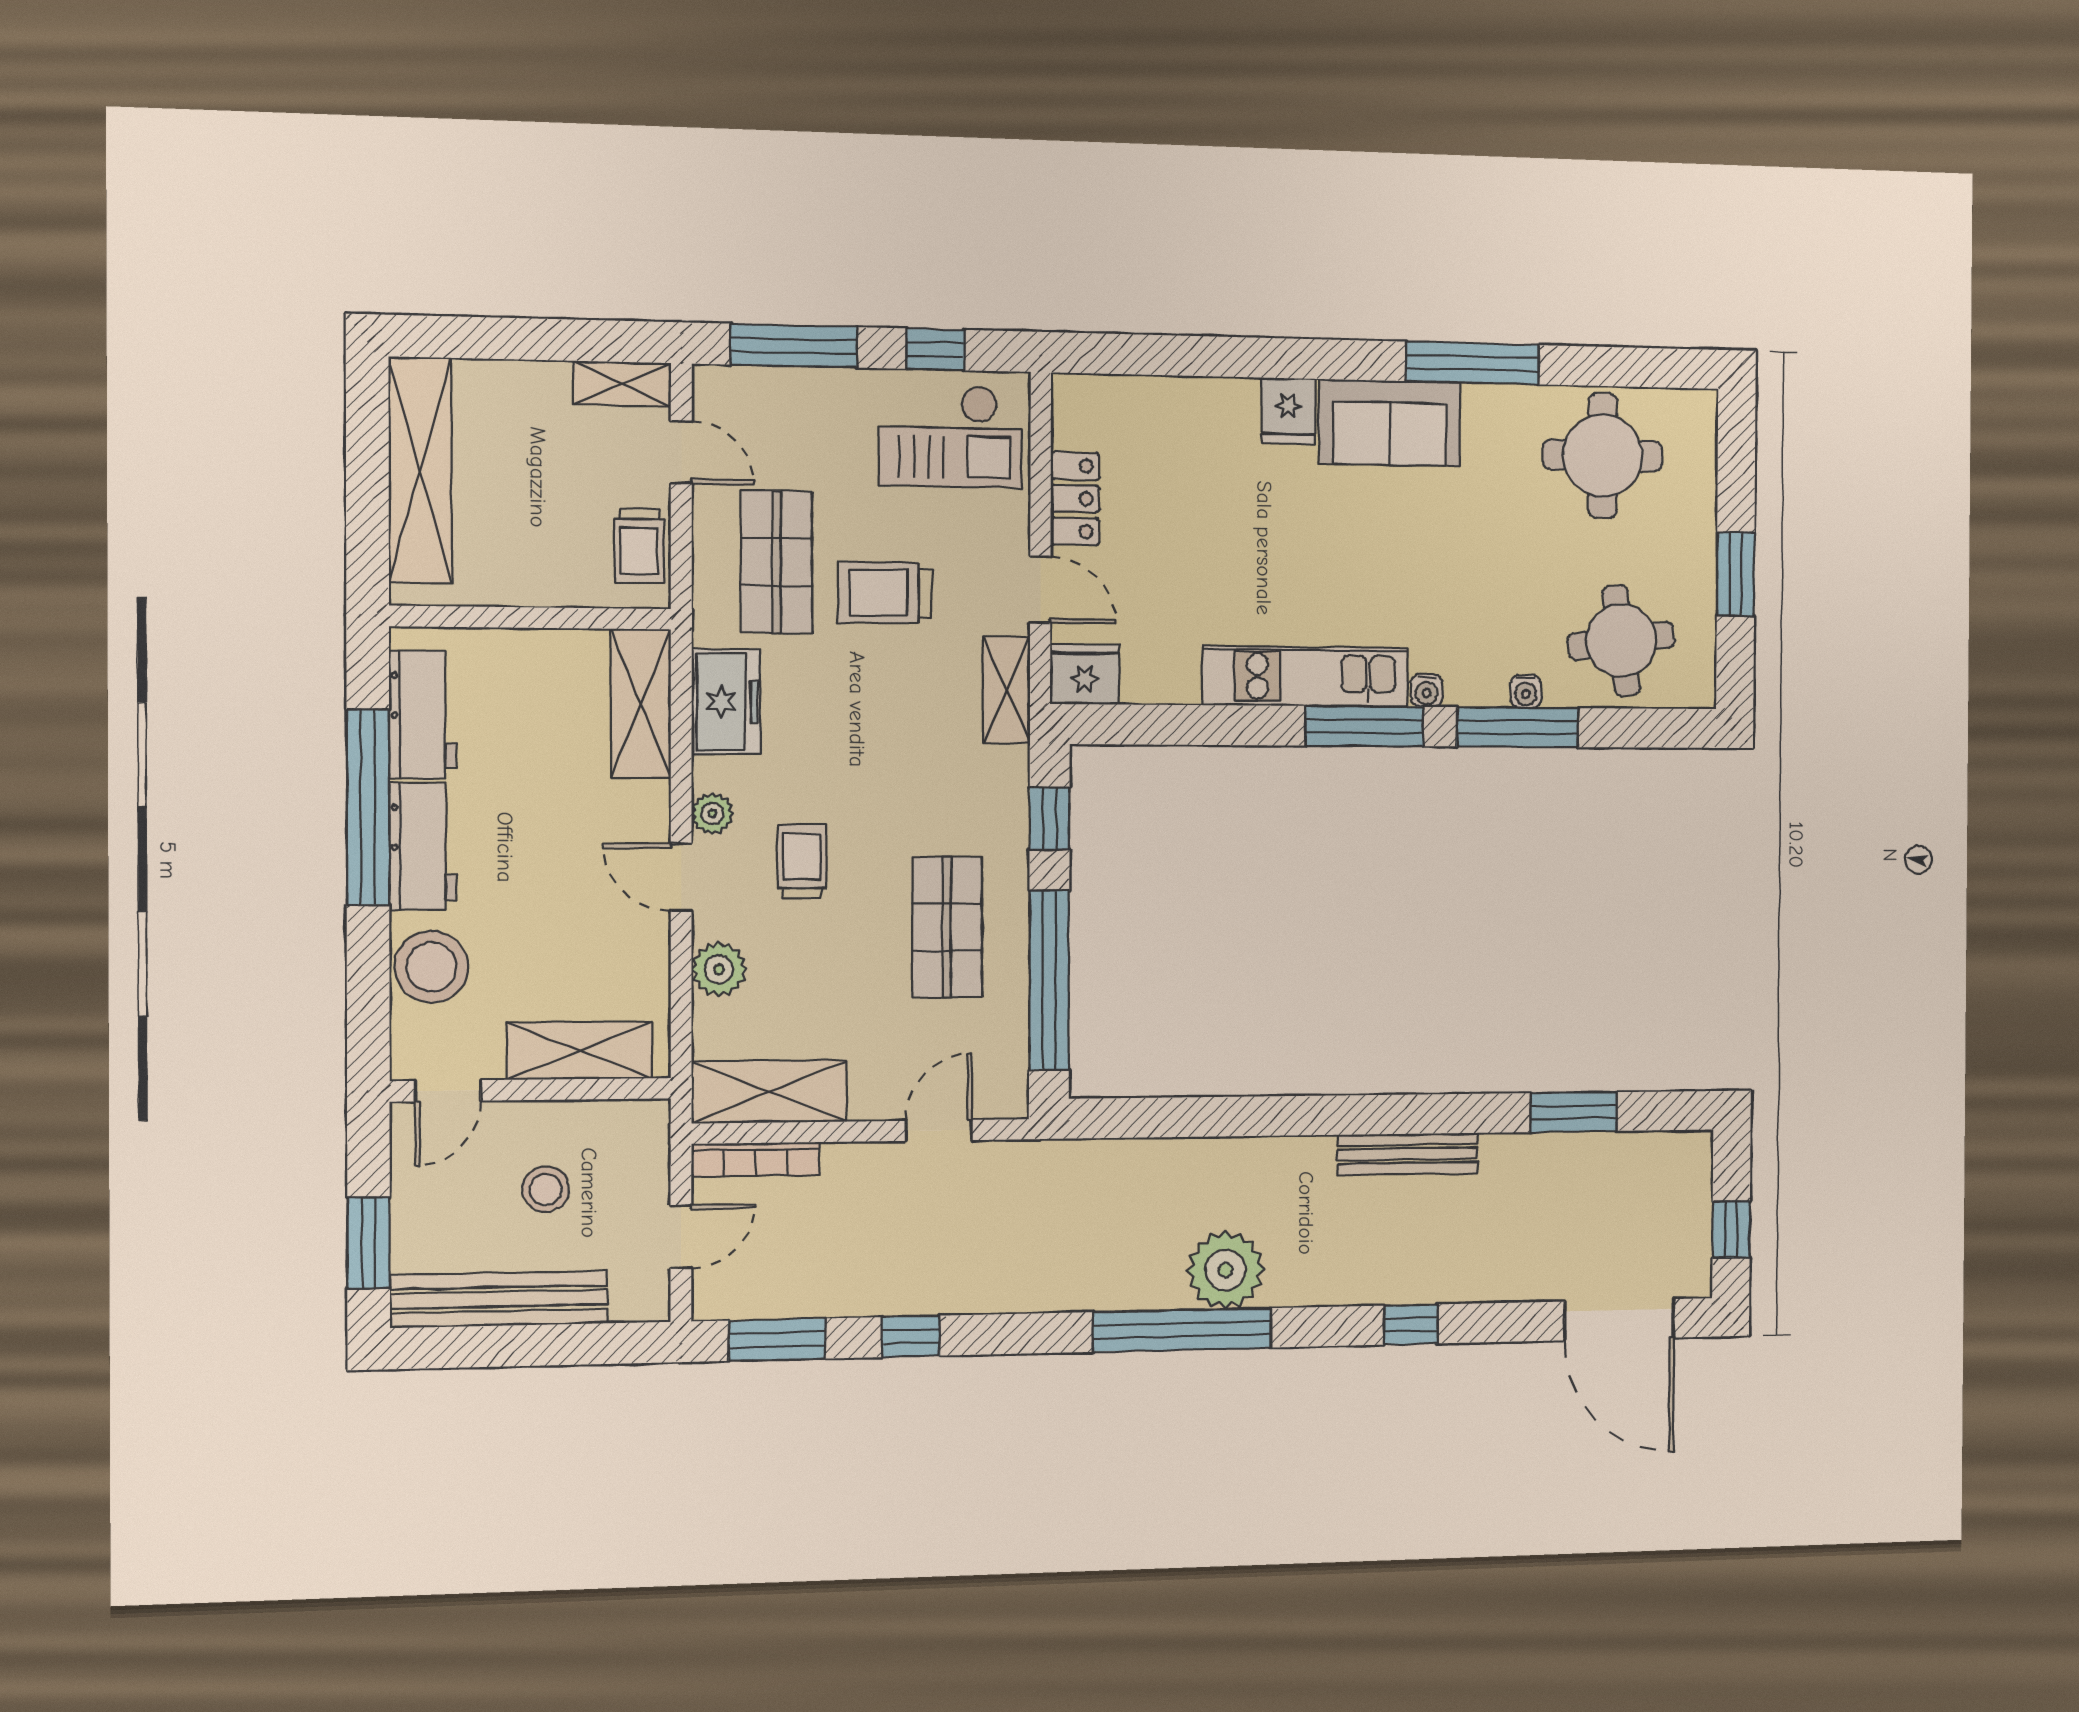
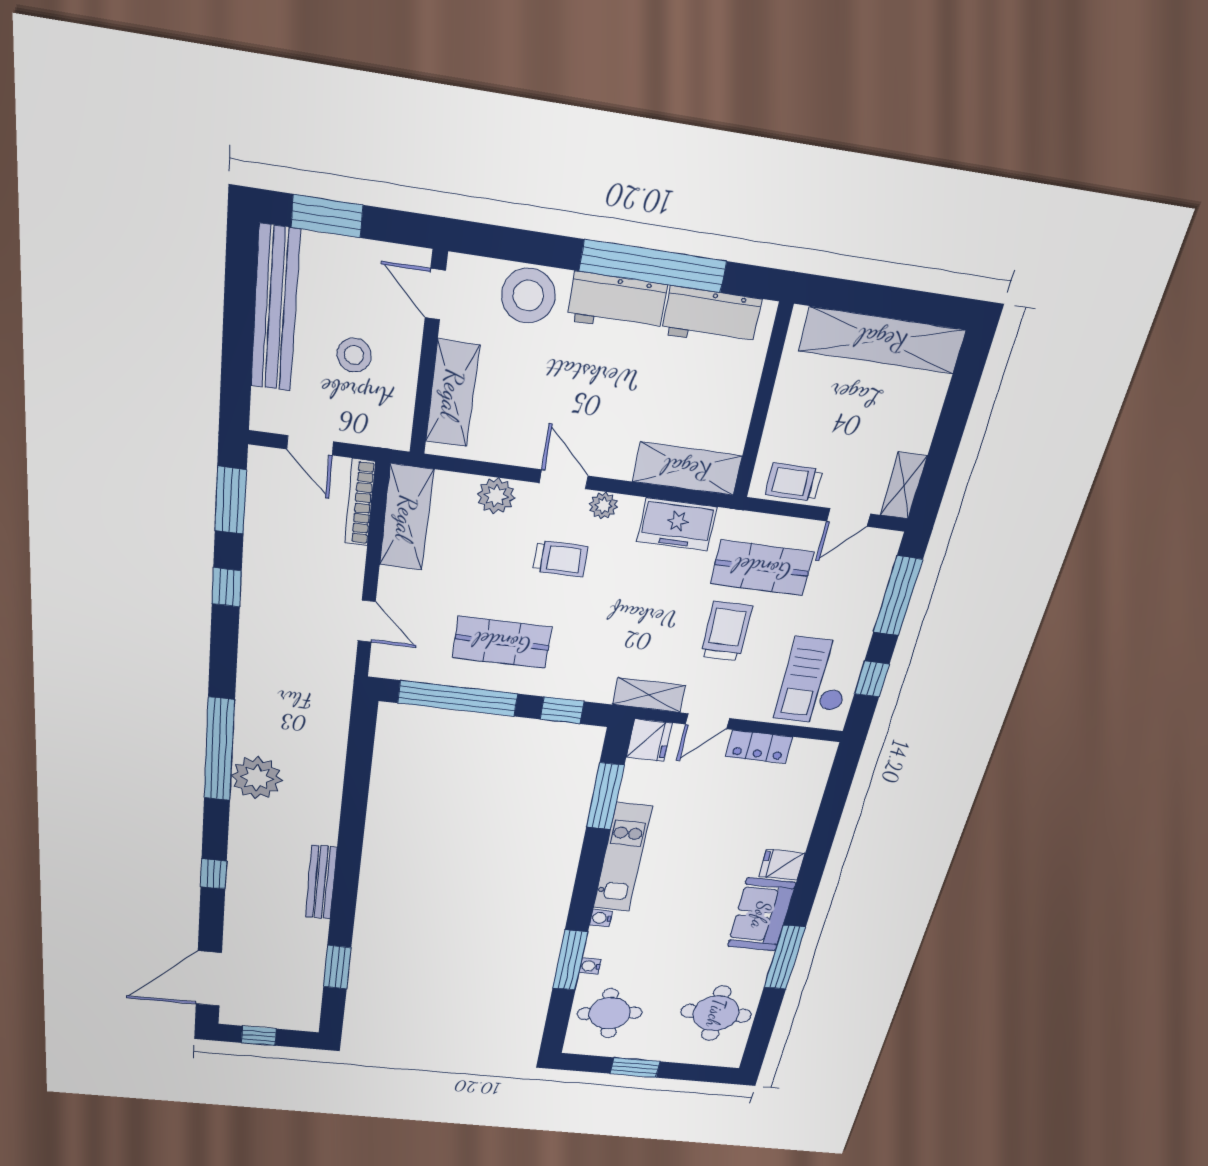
window: (1364, 726) -> (605, 796), moved
door: (681, 877) -> (564, 479), hinge flipped

